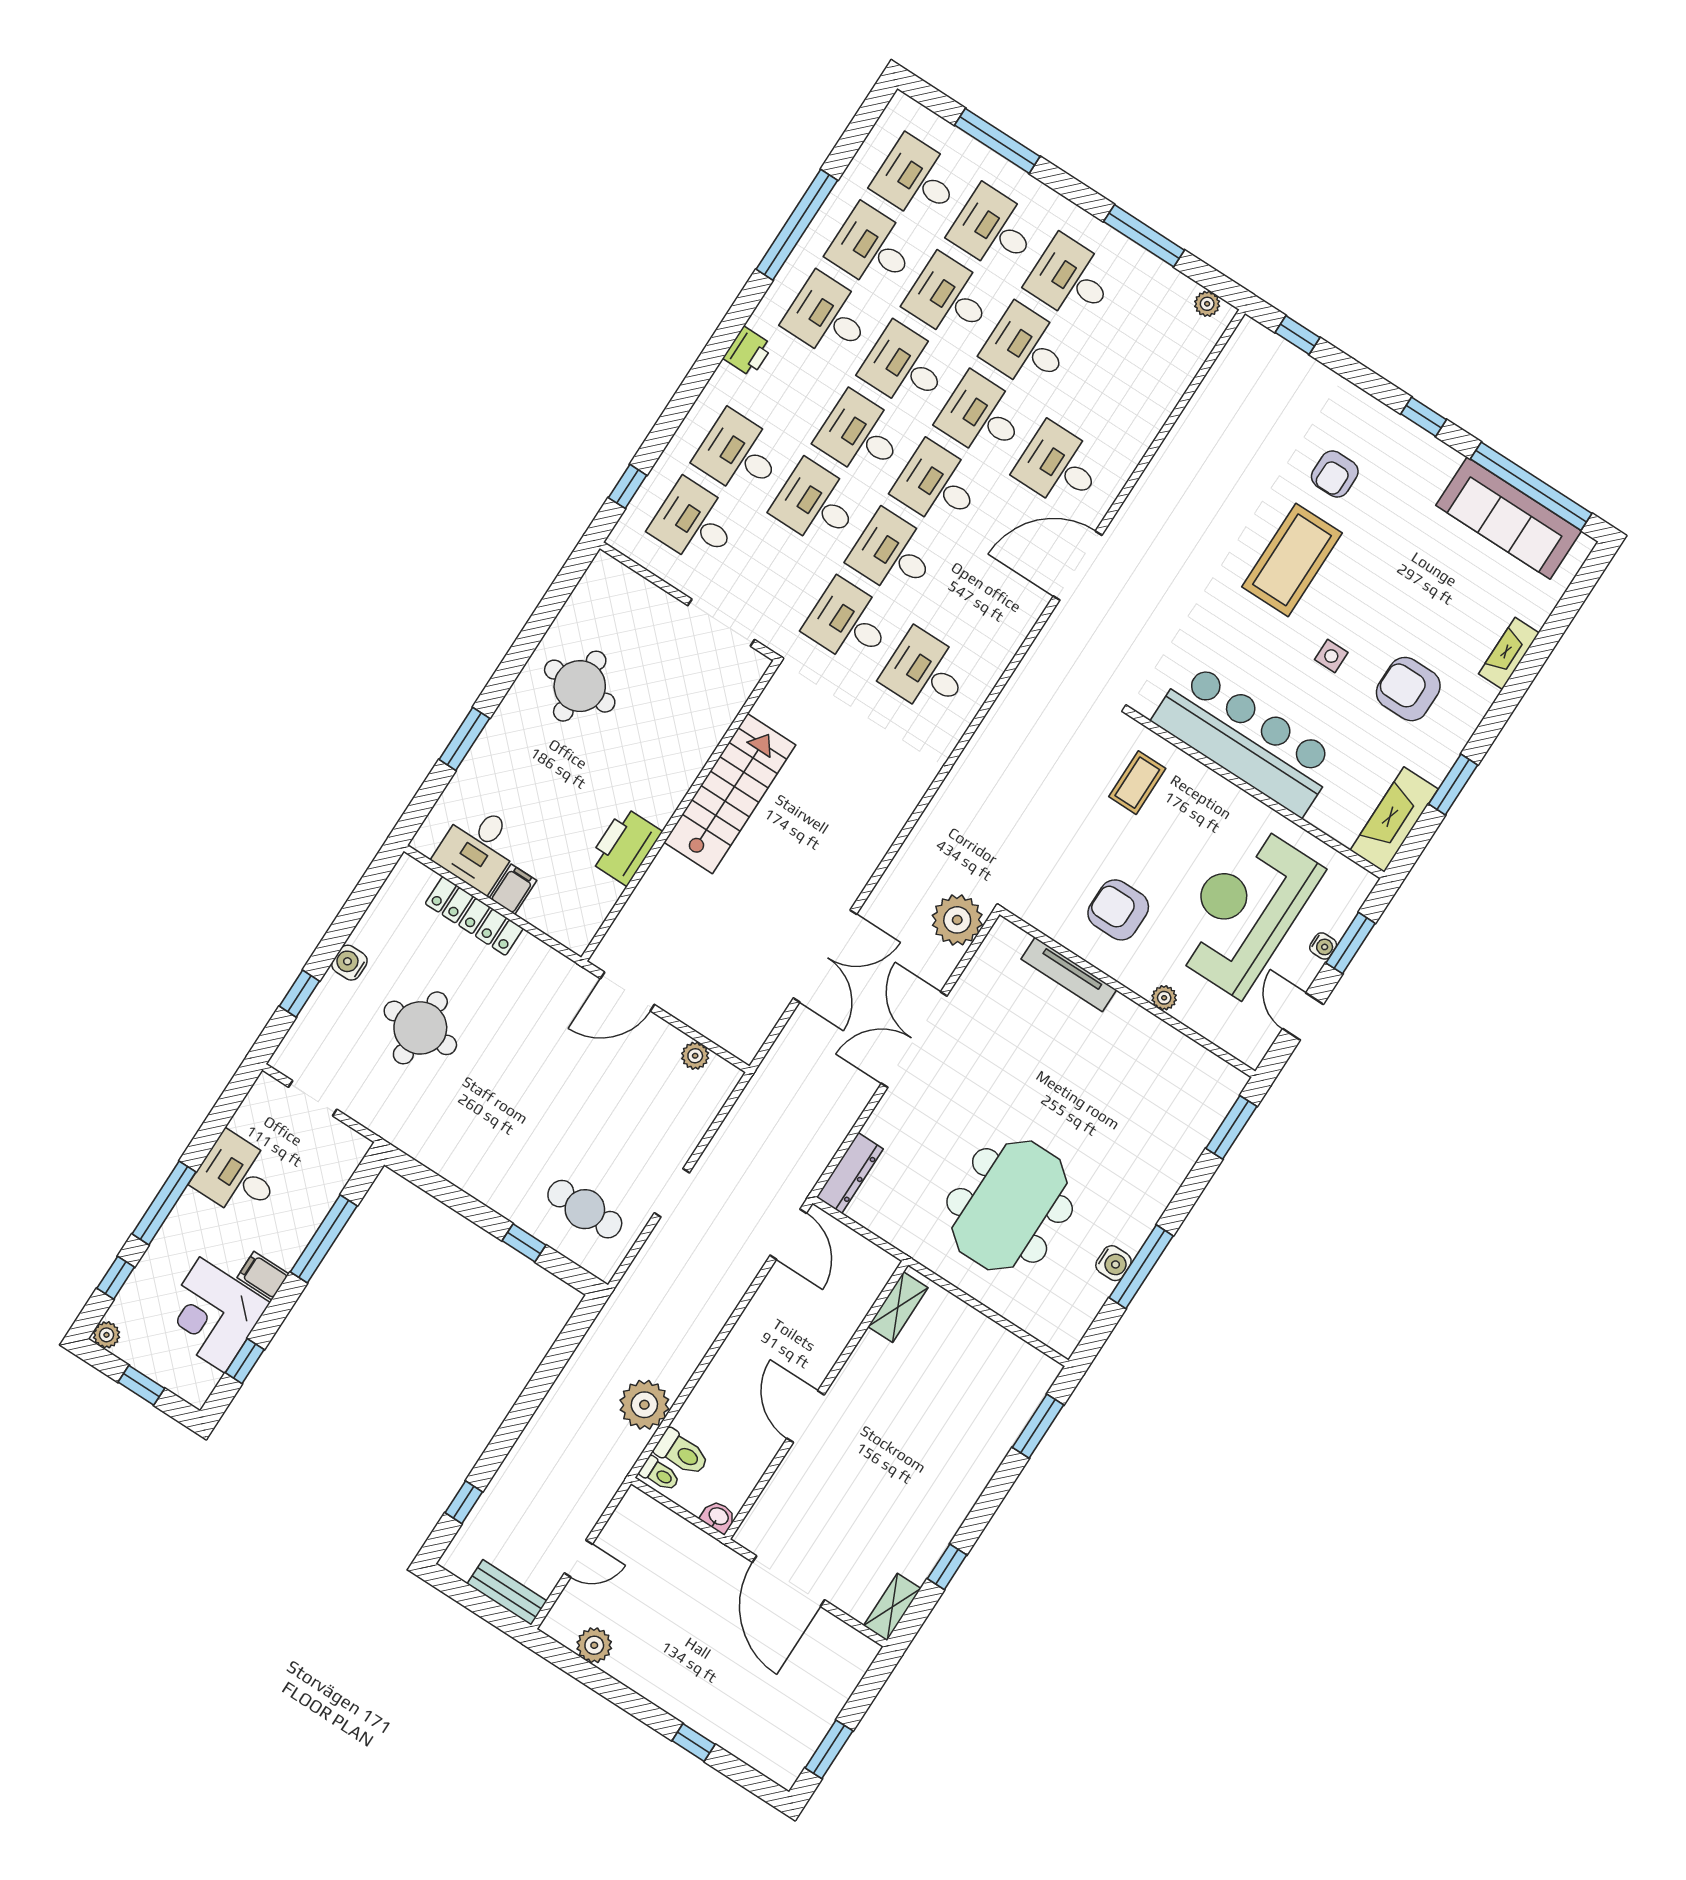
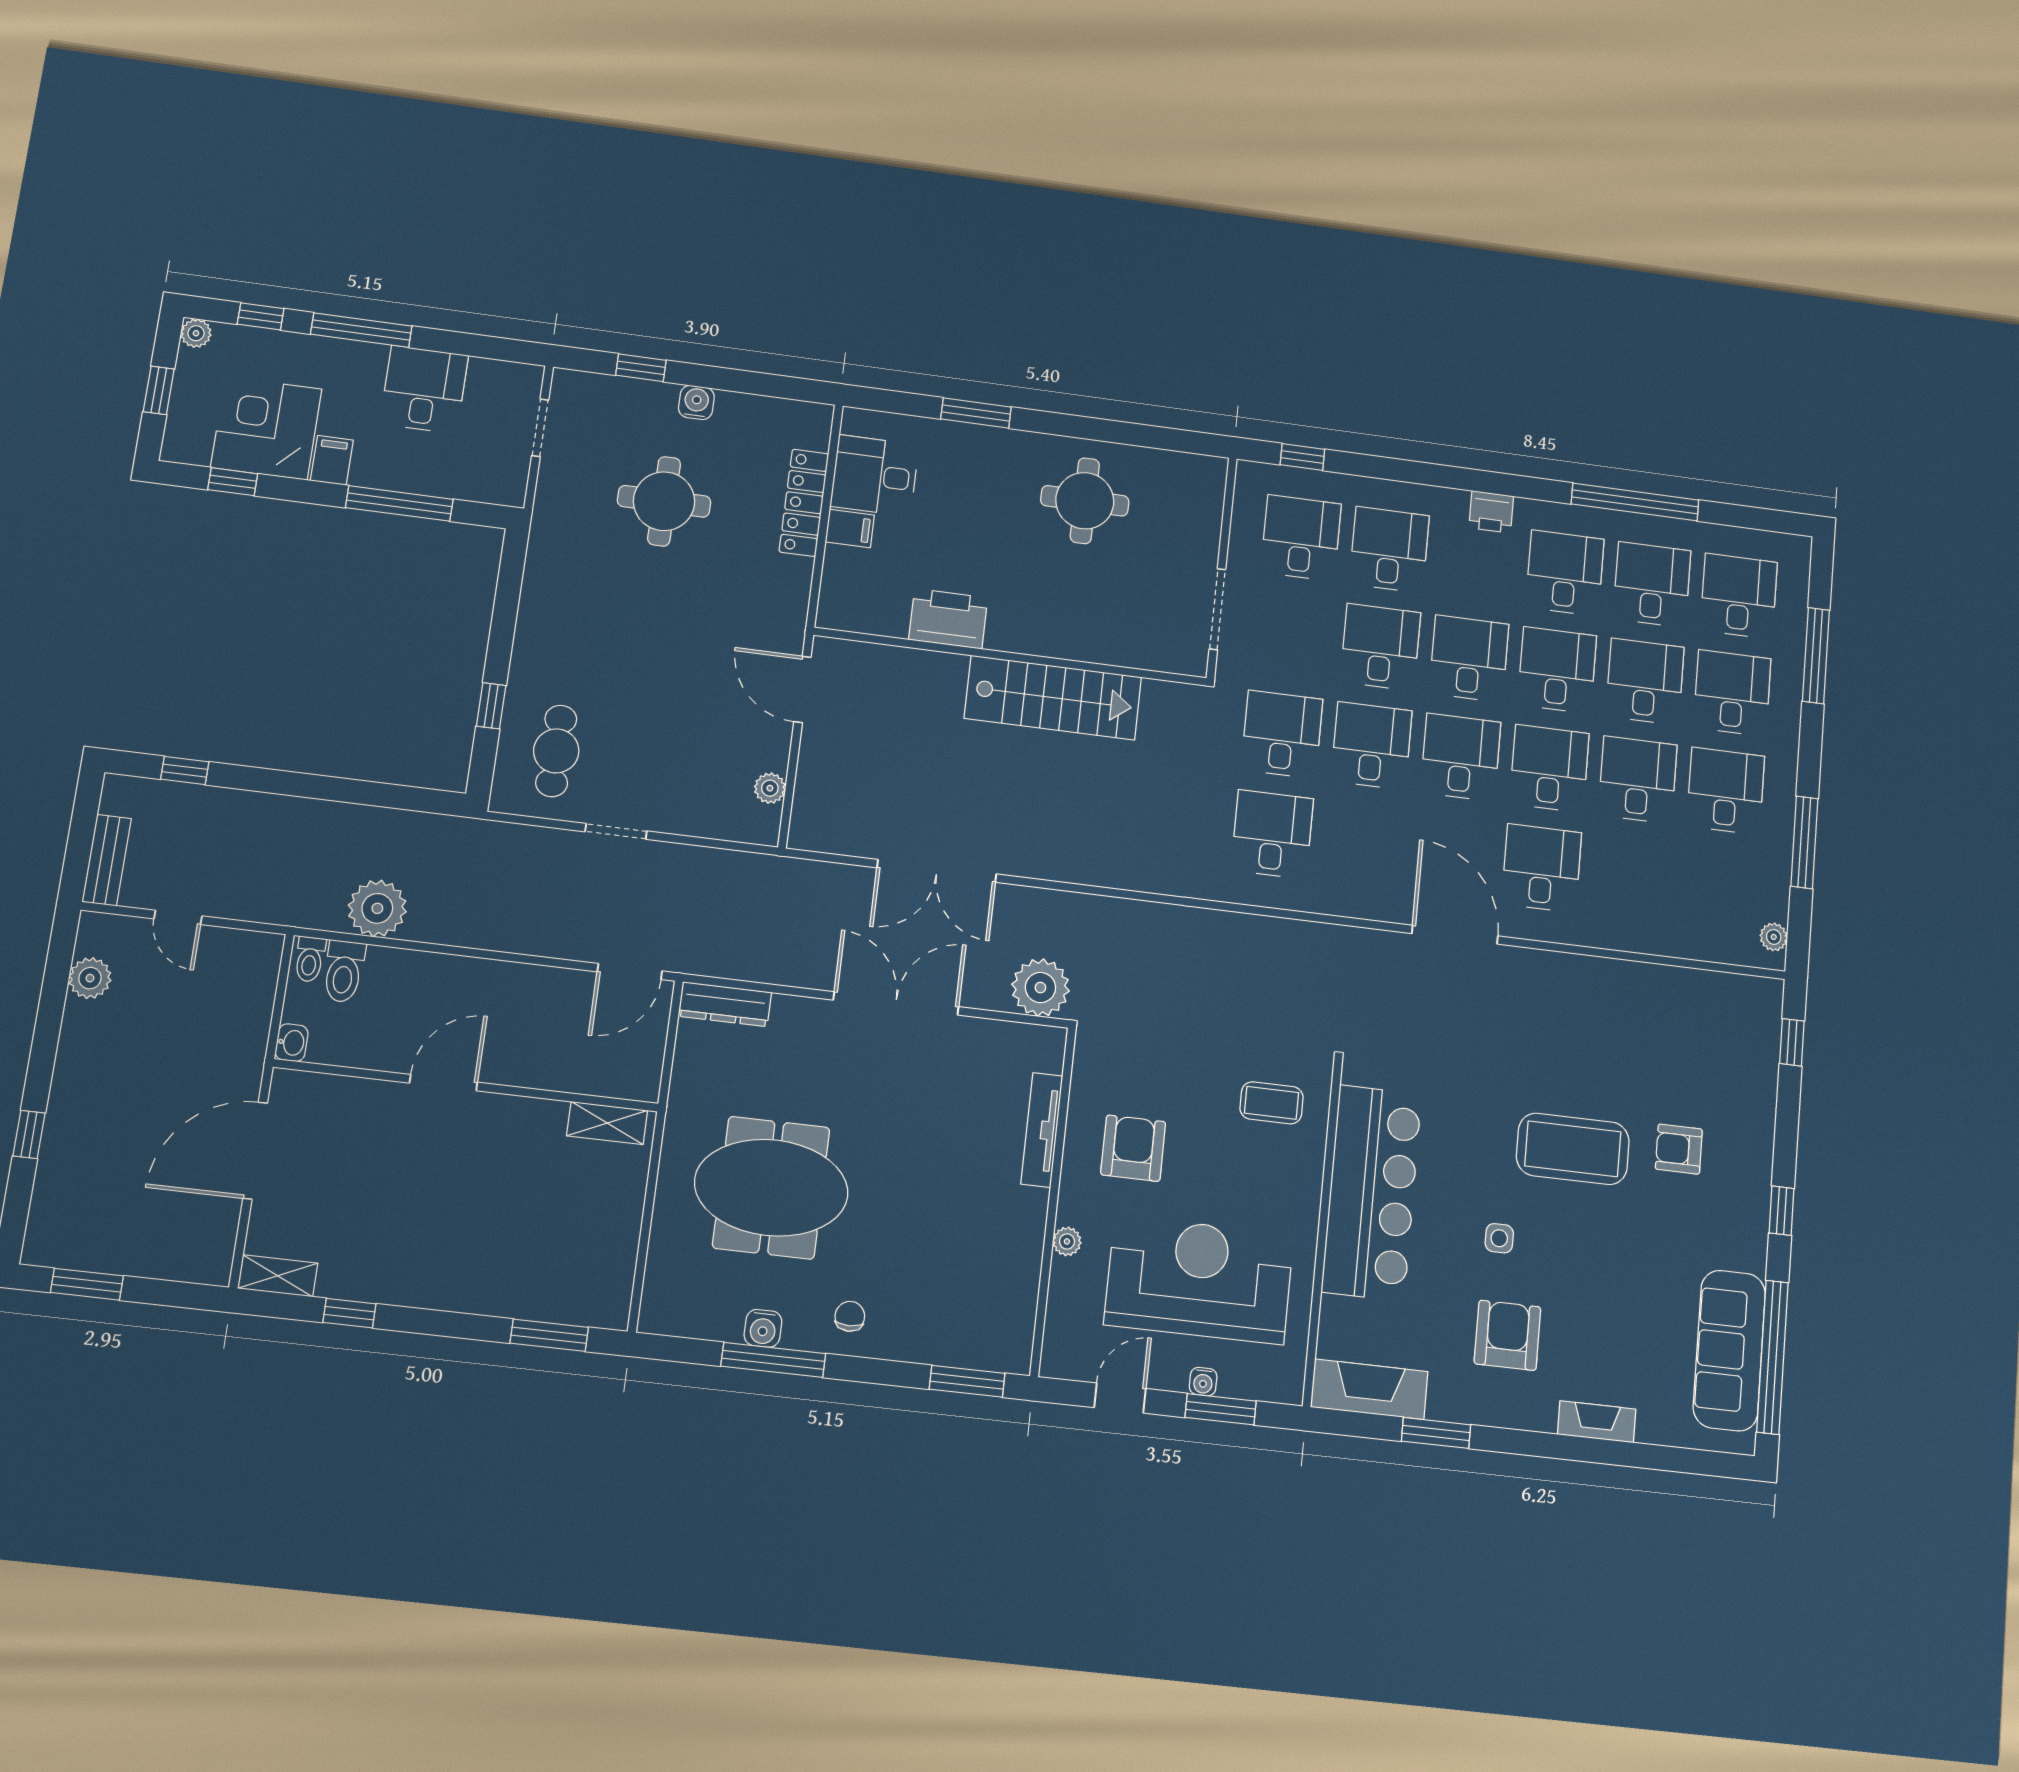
chair: (1138, 1193) -> (850, 1316), added

